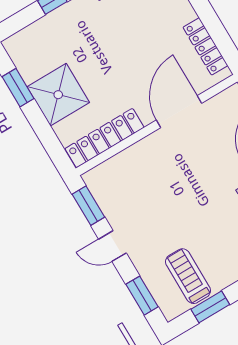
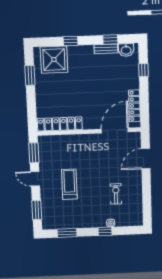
shower: (58, 95) -> (54, 60), moved
door: (179, 112) -> (115, 130), moved
treadmill: (188, 276) -> (69, 184), moved

